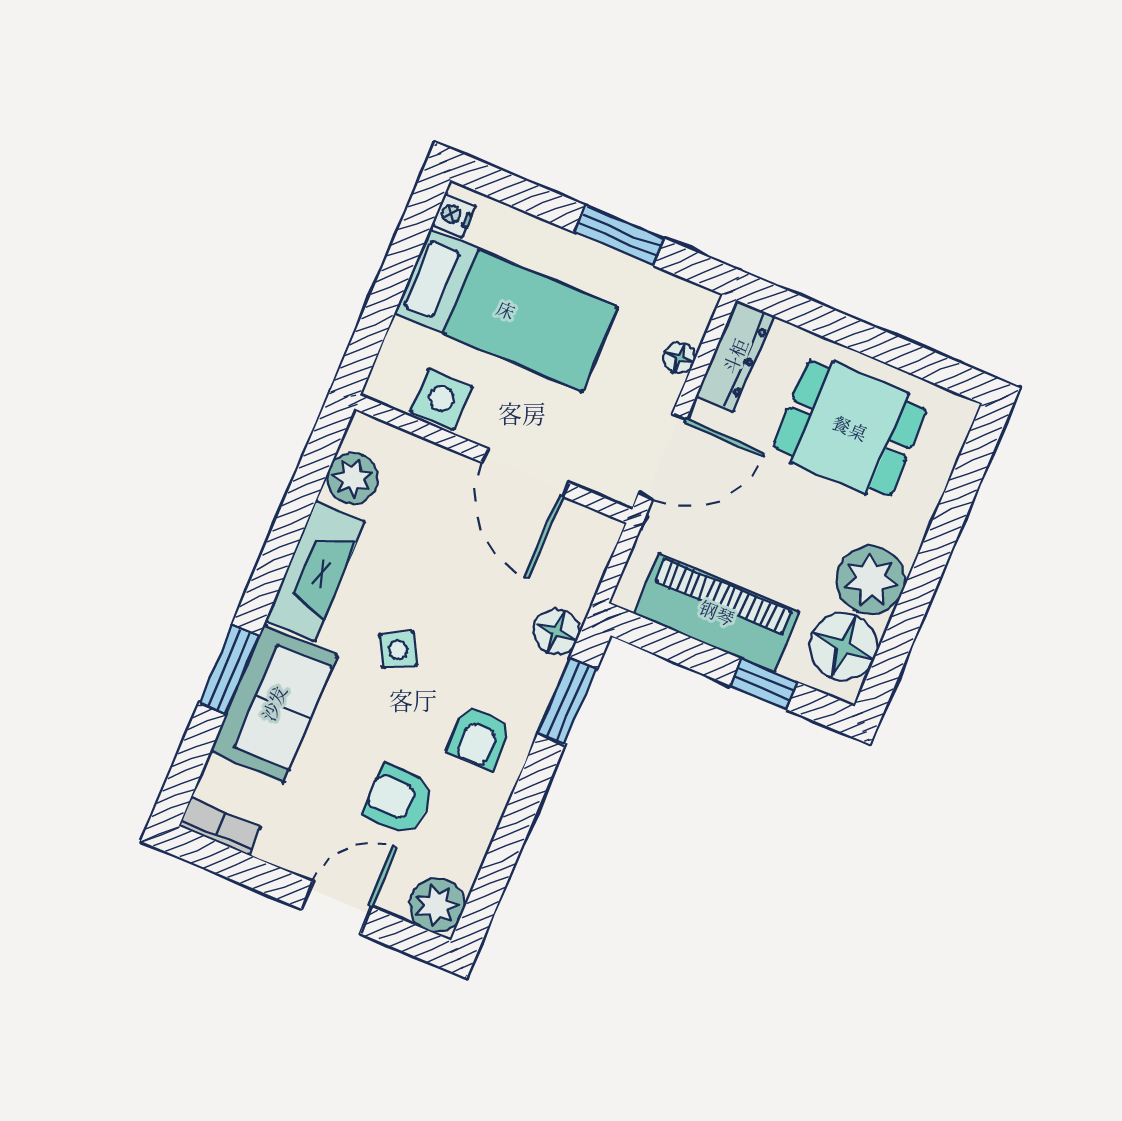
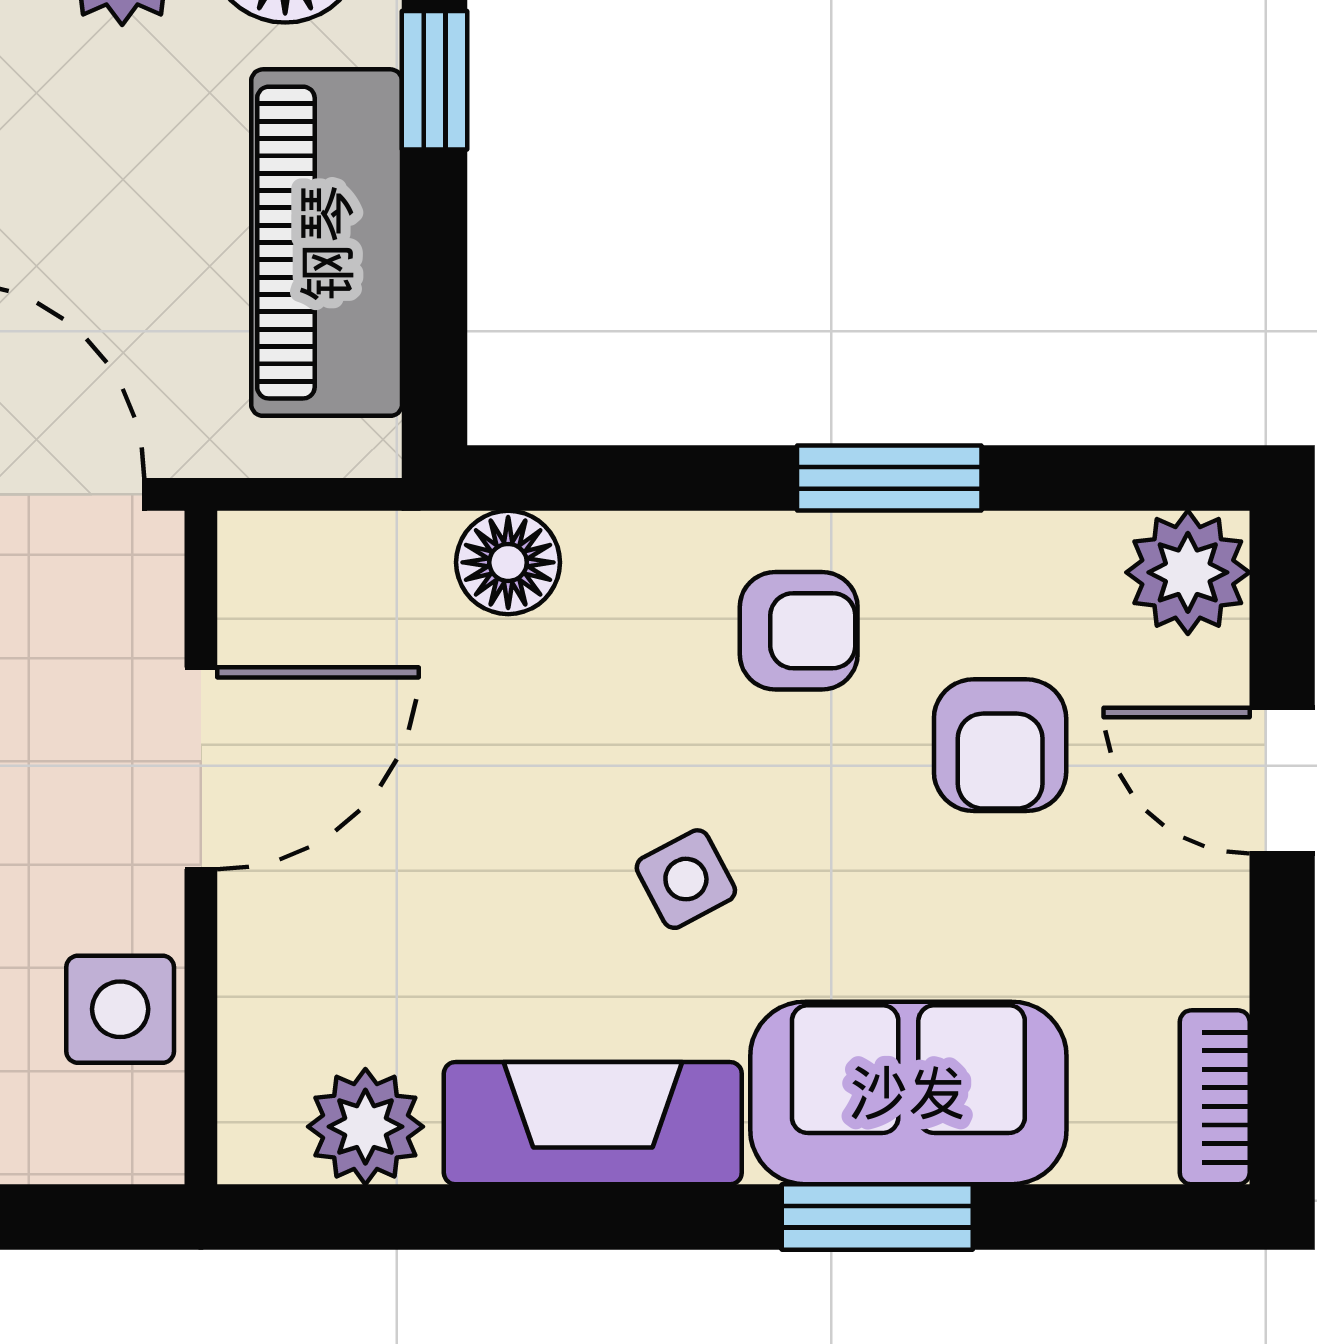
window: (567, 701) -> (889, 478), moved

